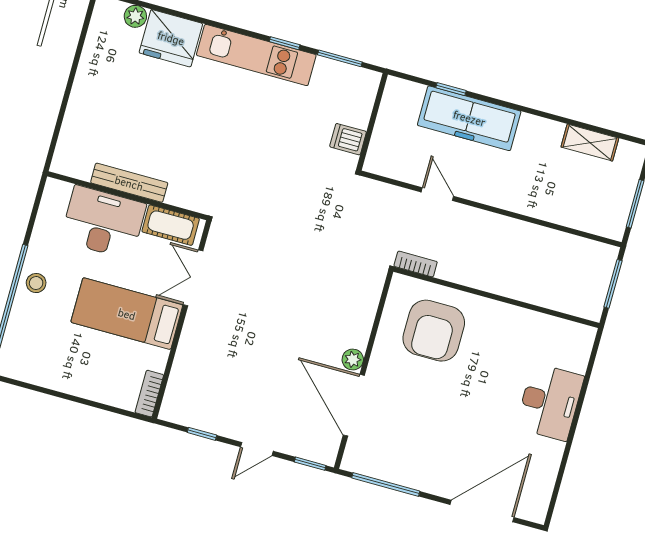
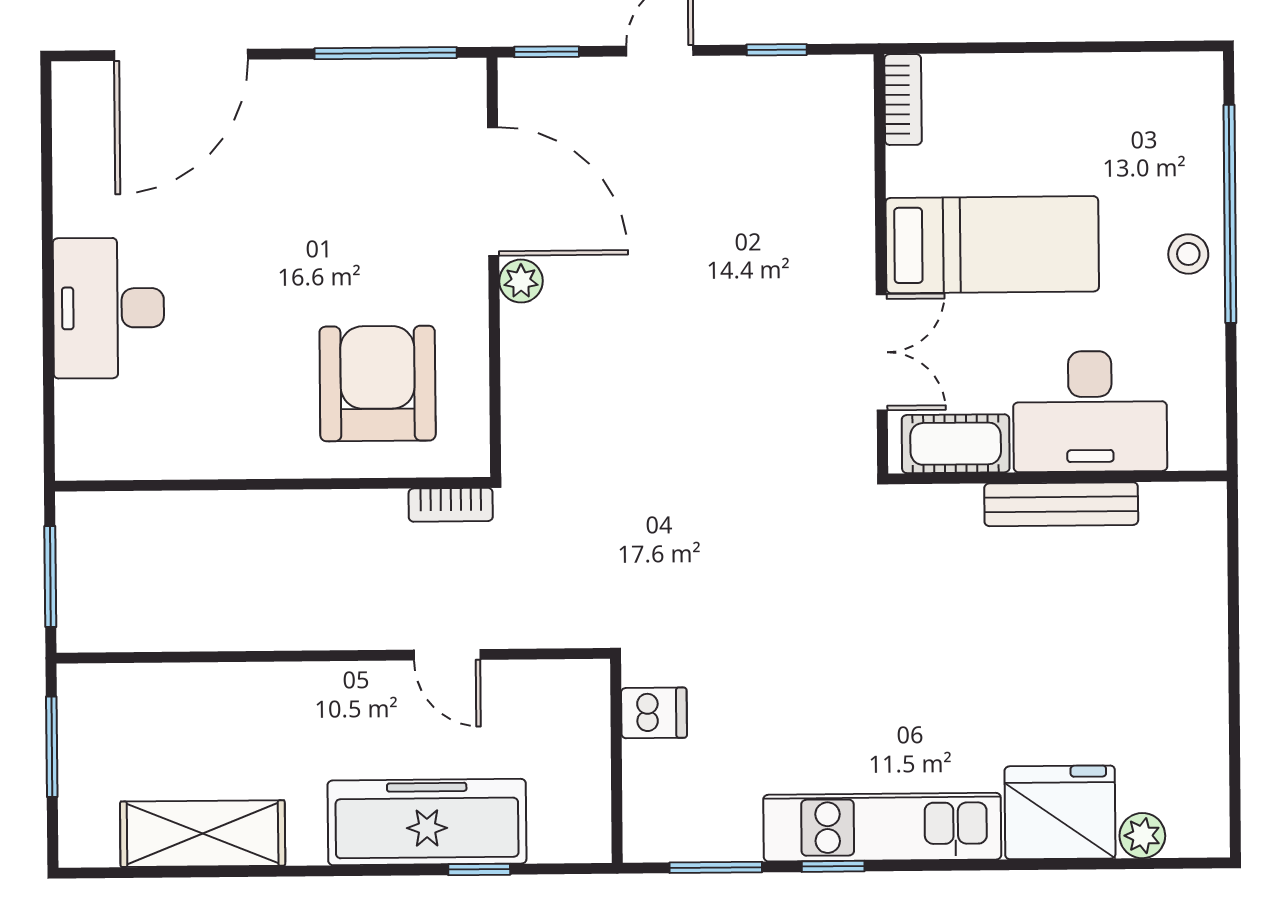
shelving: (590, 143) -> (203, 834), width x1.50, depth x1.33

